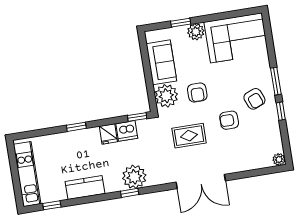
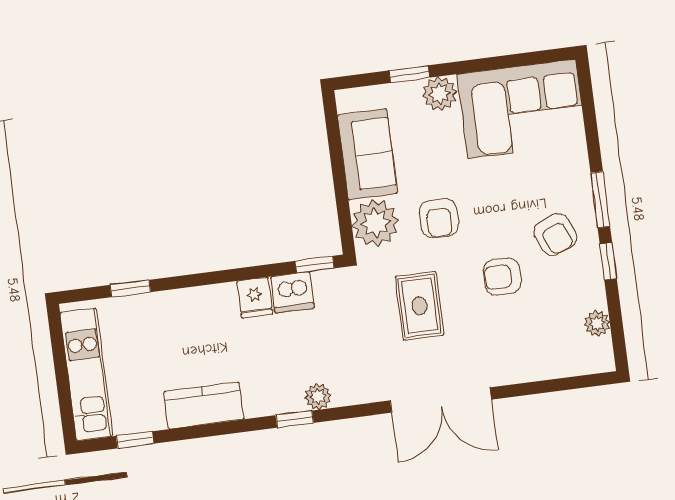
window: (76, 127) -> (130, 288), moved
rug: (189, 136) -> (419, 306), turned 90
plant: (279, 159) -> (597, 323), moved
plant: (134, 177) -> (318, 397), width x0.53, depth x0.53

